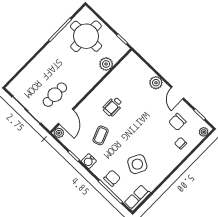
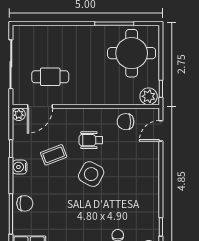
plant: (106, 64) -> (149, 96), moved
plant: (156, 83) -> (151, 159), removed
door: (177, 93) -> (161, 131), moved
chair: (177, 122) -> (126, 122), moved
side table: (137, 164) -> (91, 174), moved

